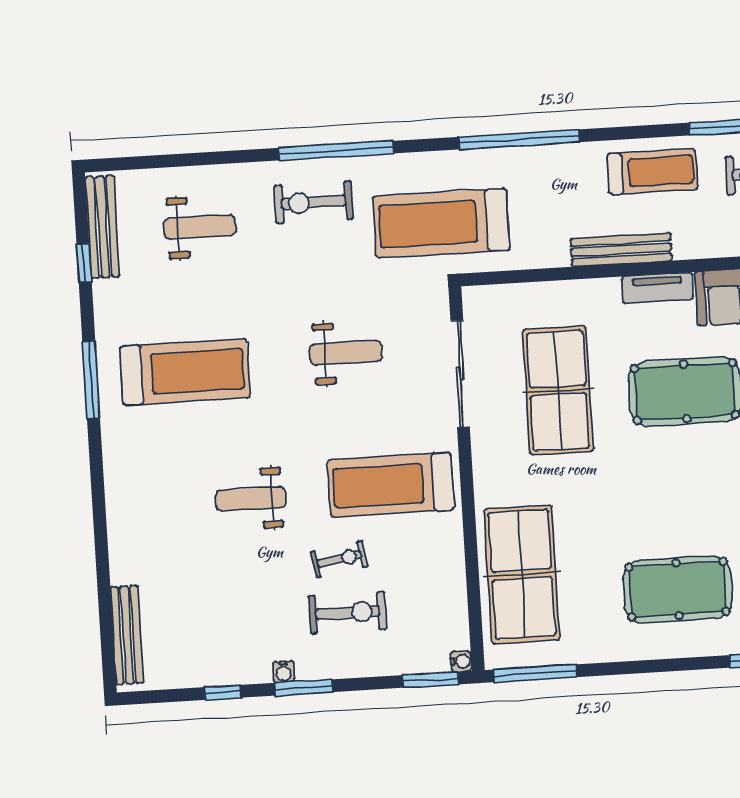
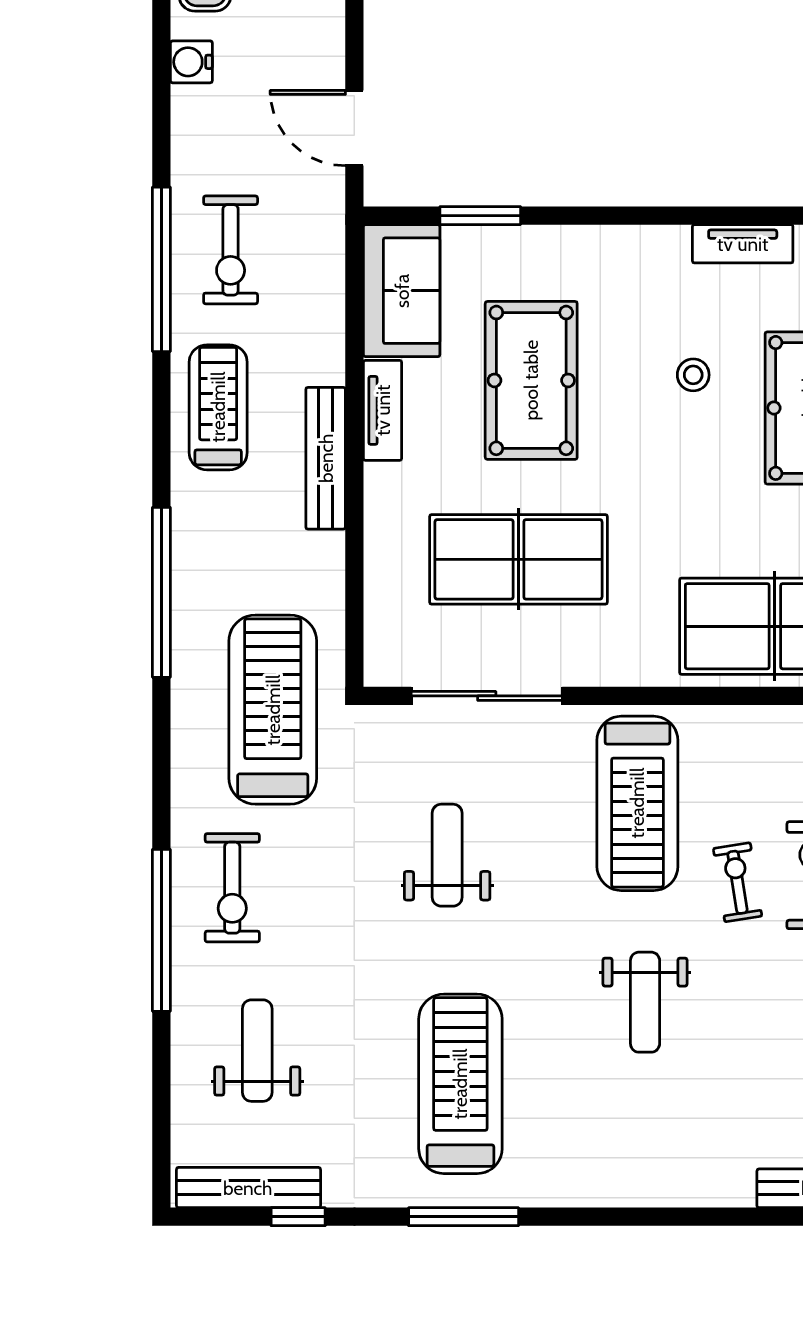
window: (336, 151) -> (161, 930), moved
treadmill: (441, 223) -> (273, 710), turned 180
stool: (696, 506) -> (693, 375), added

